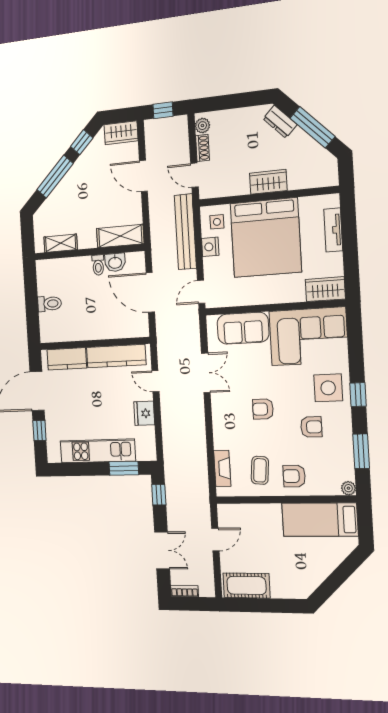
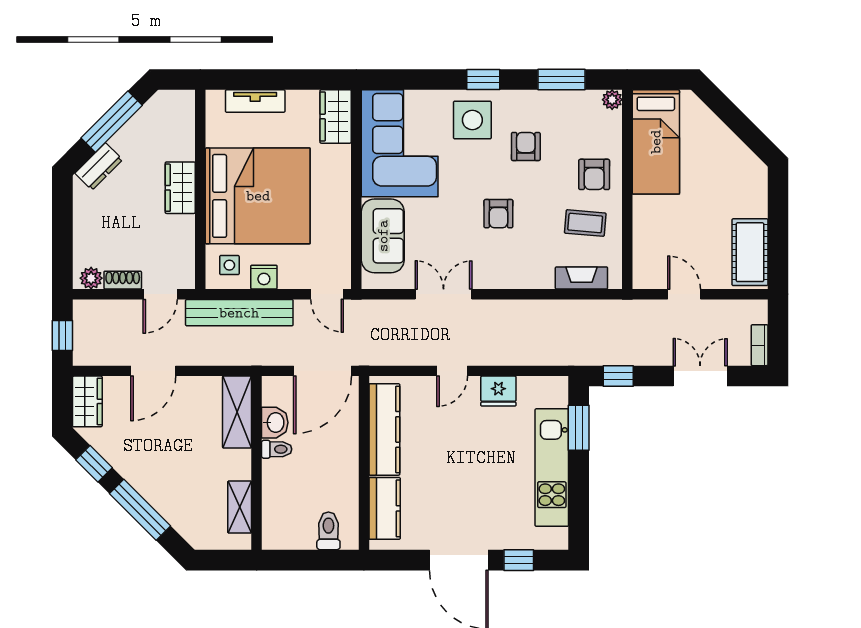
wall: (94, 343) -> (364, 463), moved
kitchen counter: (116, 356) -> (384, 429), moved
kitchen counter: (67, 359) -> (385, 508), moved

